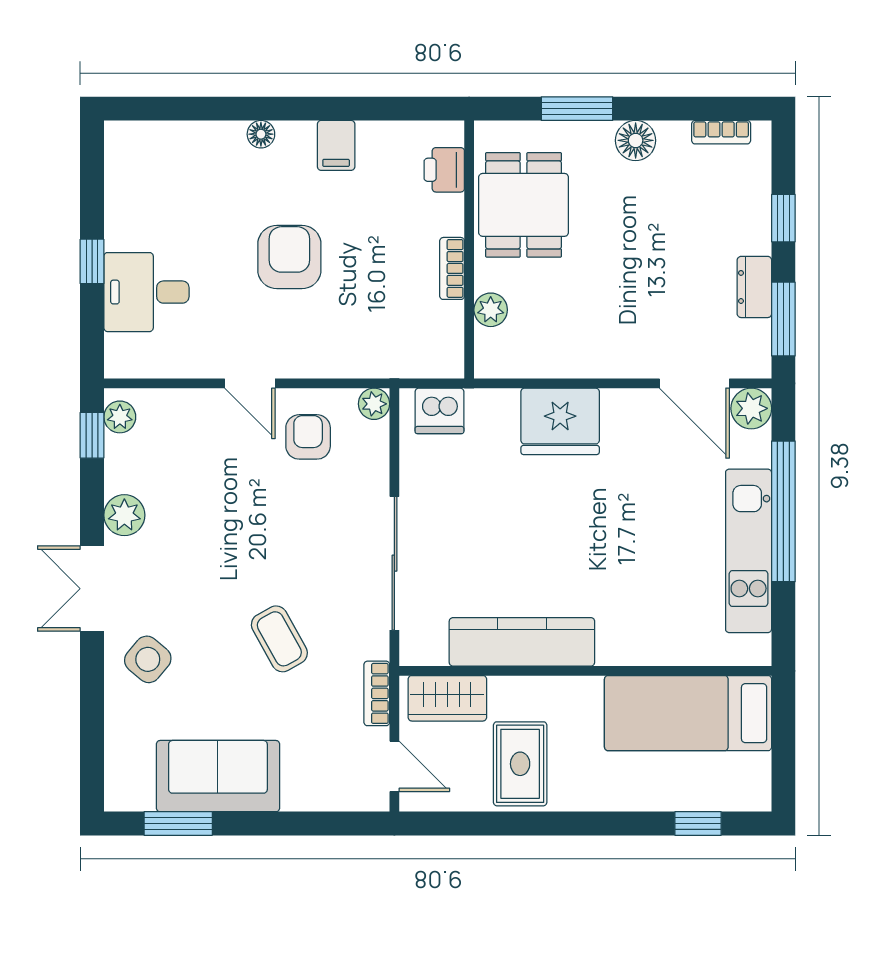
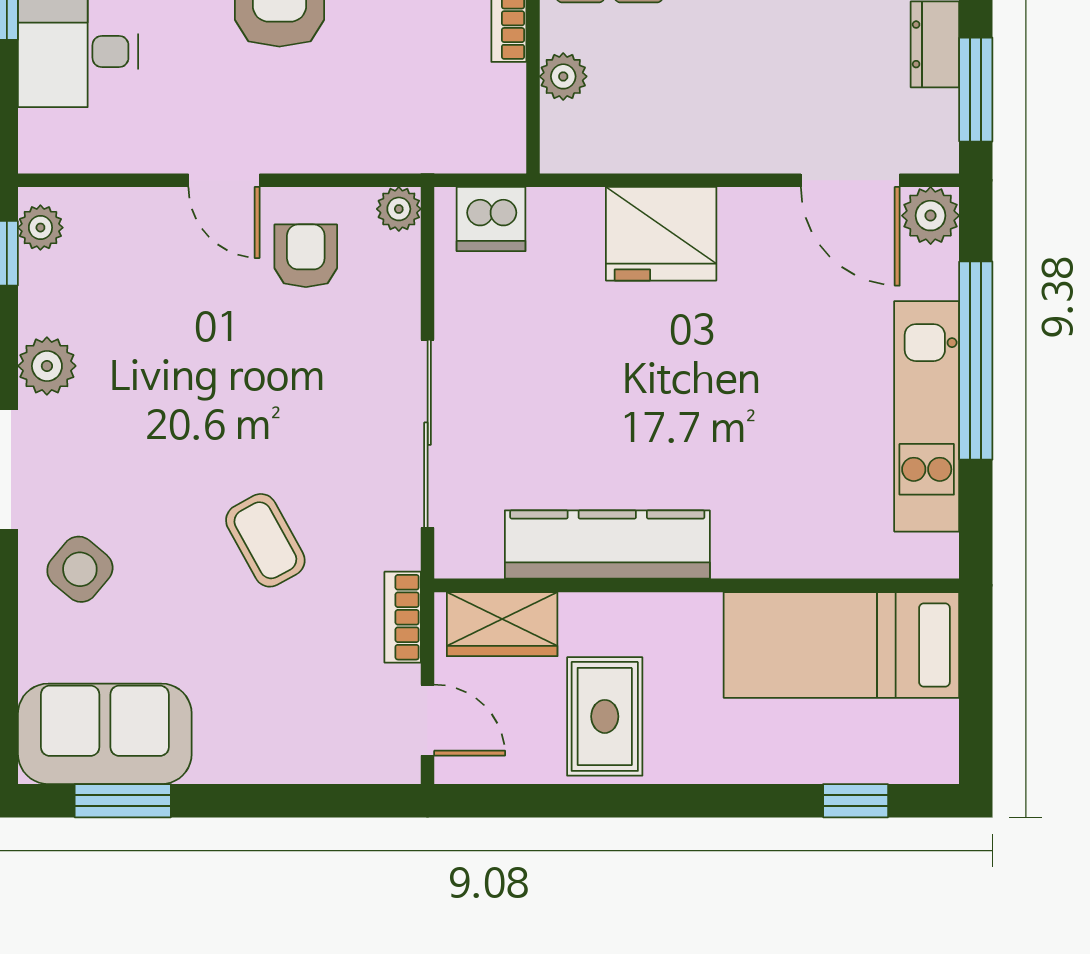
sofa: (218, 776) -> (105, 734), moved

